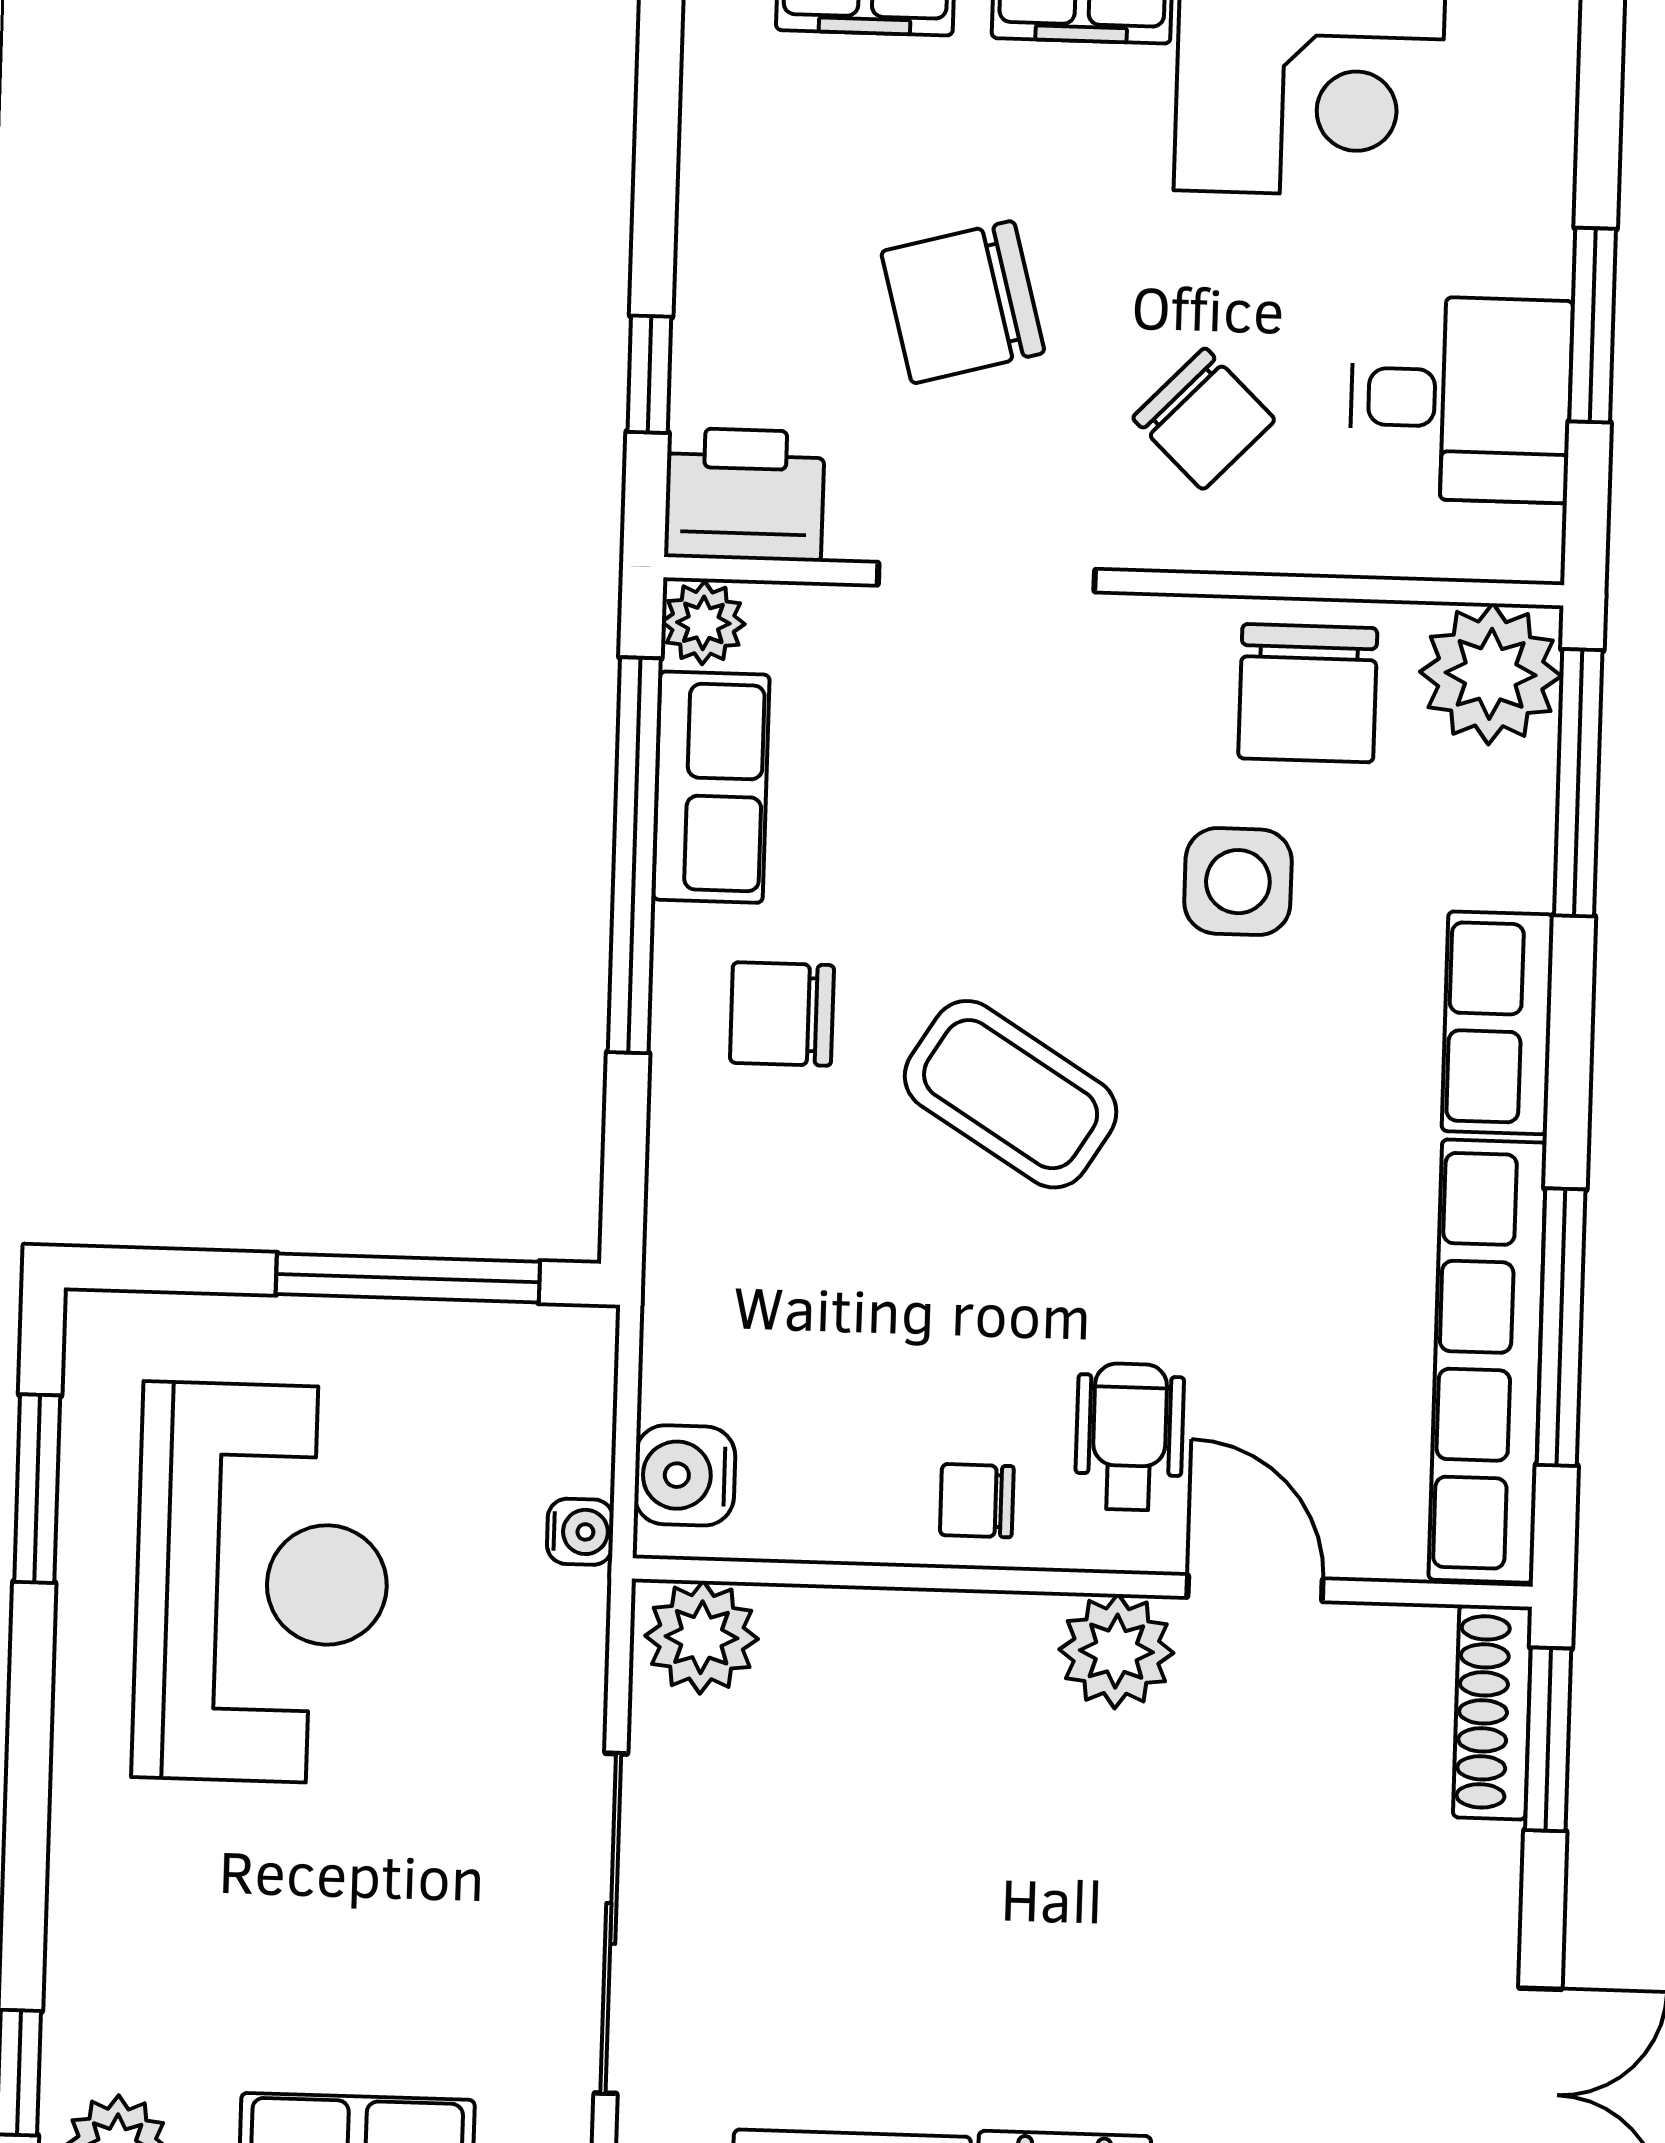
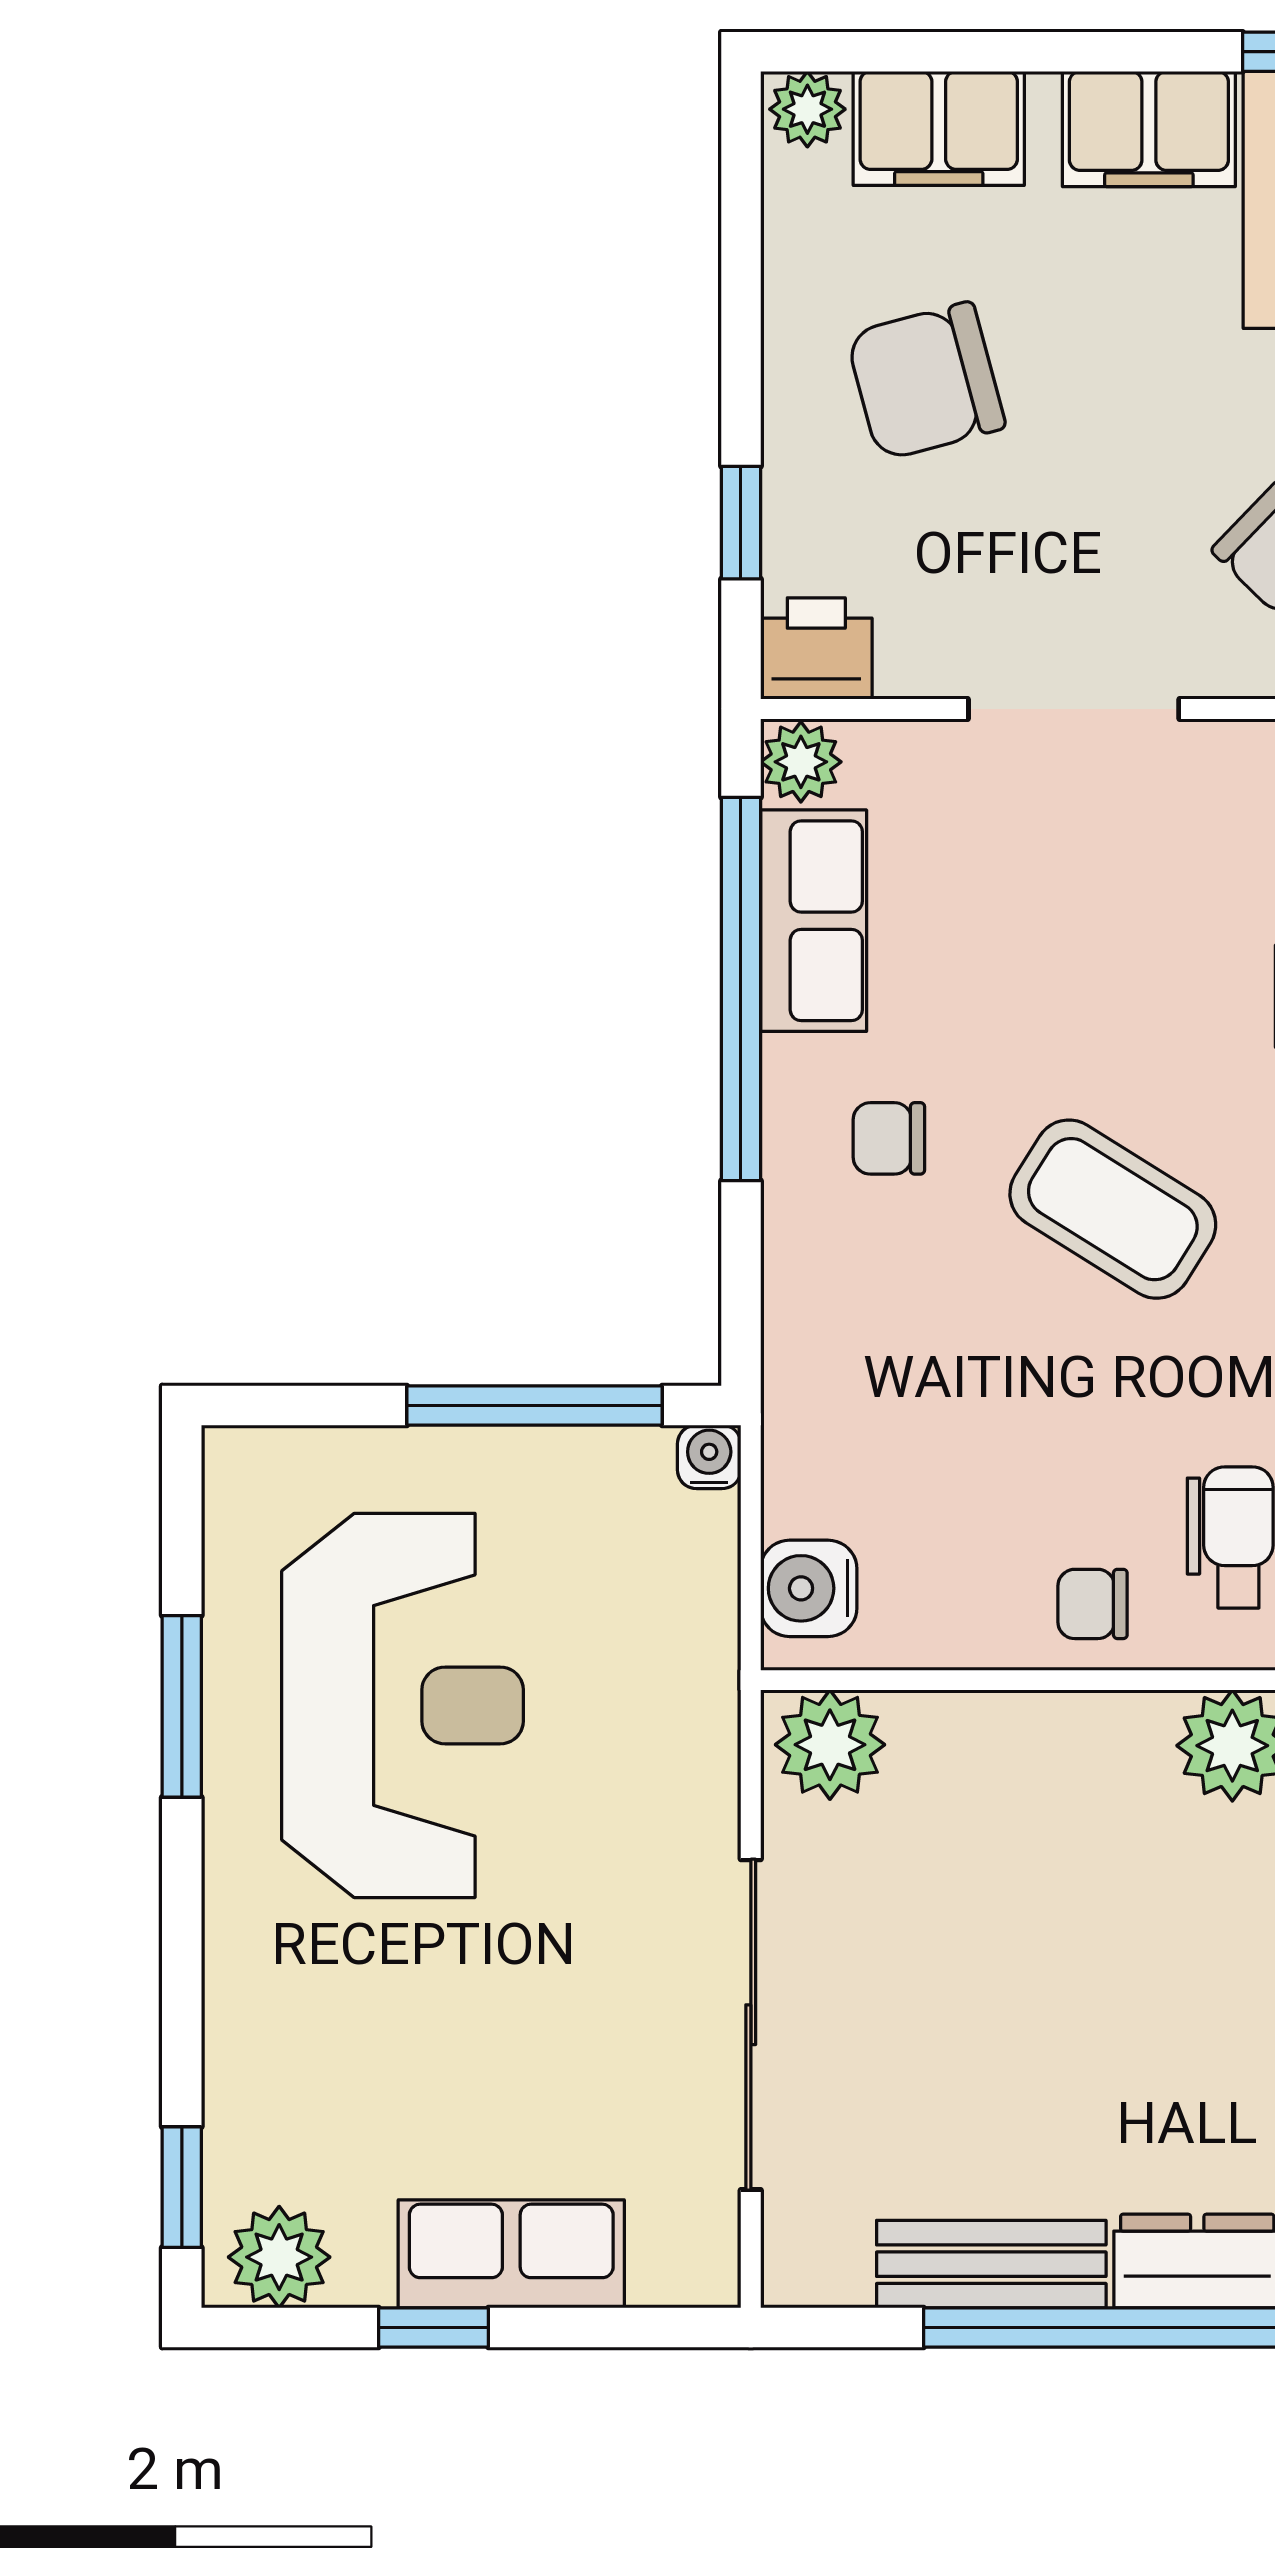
chair: (963, 302) -> (926, 381), moved
printer: (744, 495) -> (816, 648), width x0.73, depth x0.81
chair: (782, 1014) -> (889, 1138), width x0.73, depth x0.73
window: (37, 1489) -> (182, 1706), moved
water cooler: (580, 1532) -> (709, 1457), moved, turned -90

